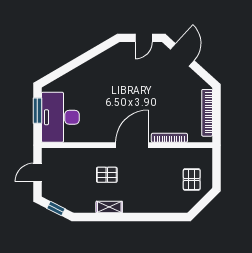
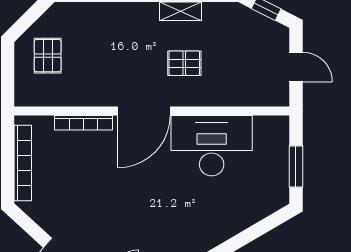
desk: (60, 117) -> (212, 146), moved, turned -90
door: (37, 172) -> (296, 67), hinge flipped

